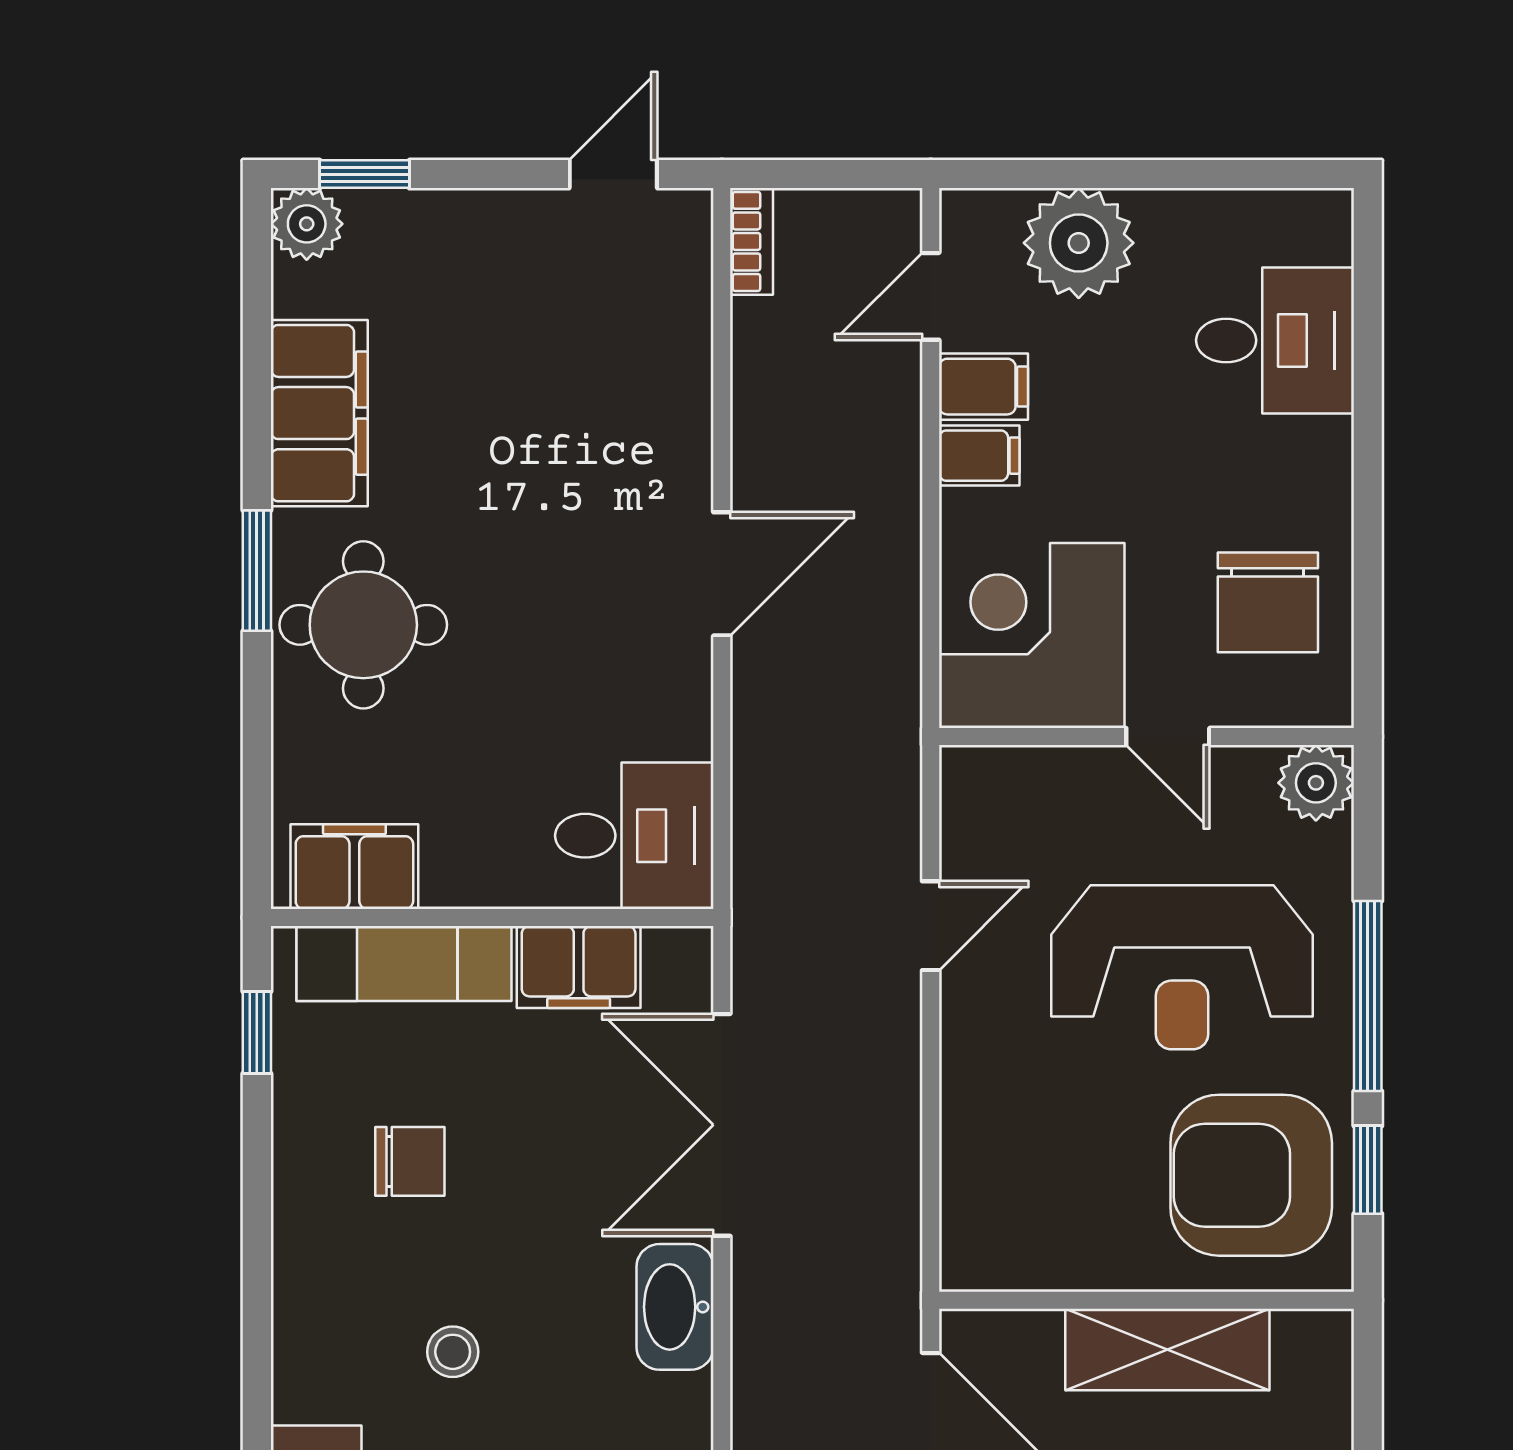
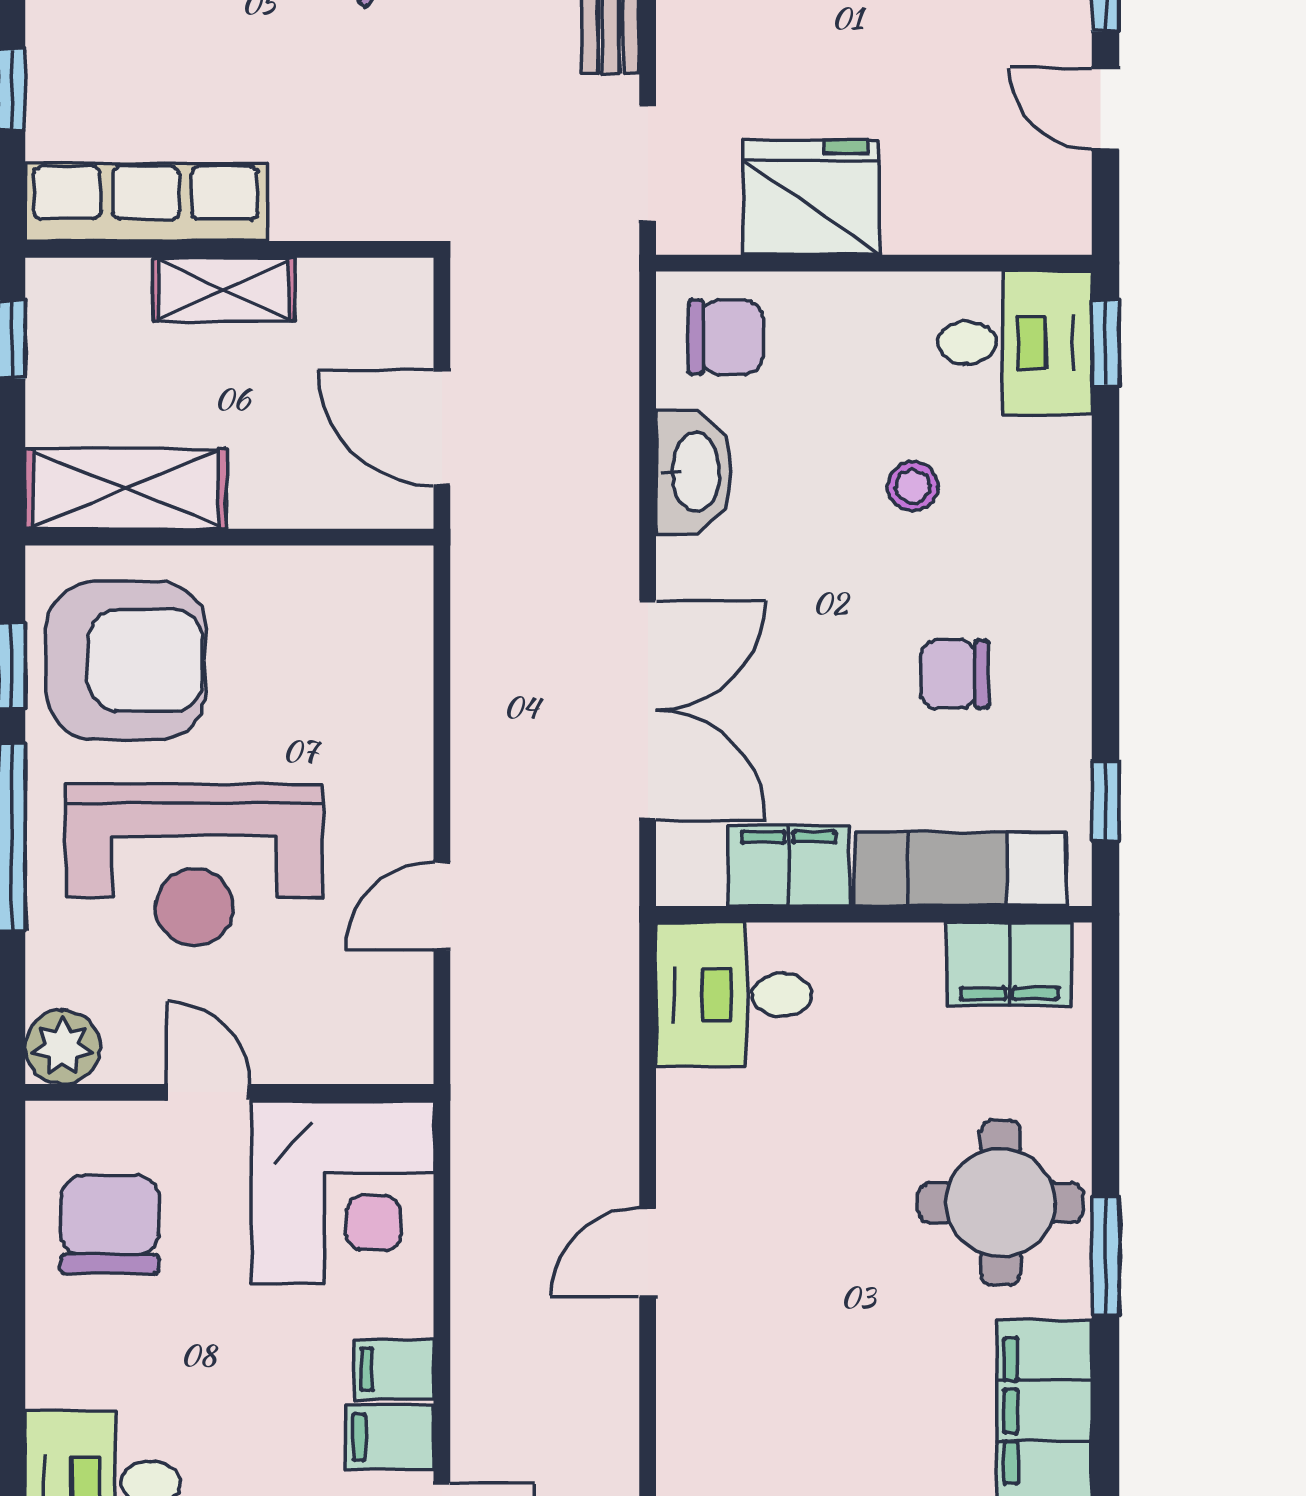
door: (722, 574) -> (648, 1253), width x0.73
reception desk: (1182, 967) -> (194, 865), turned 180
washbasin: (675, 1307) -> (694, 472), moved
shelving: (1167, 1349) -> (126, 489), moved

